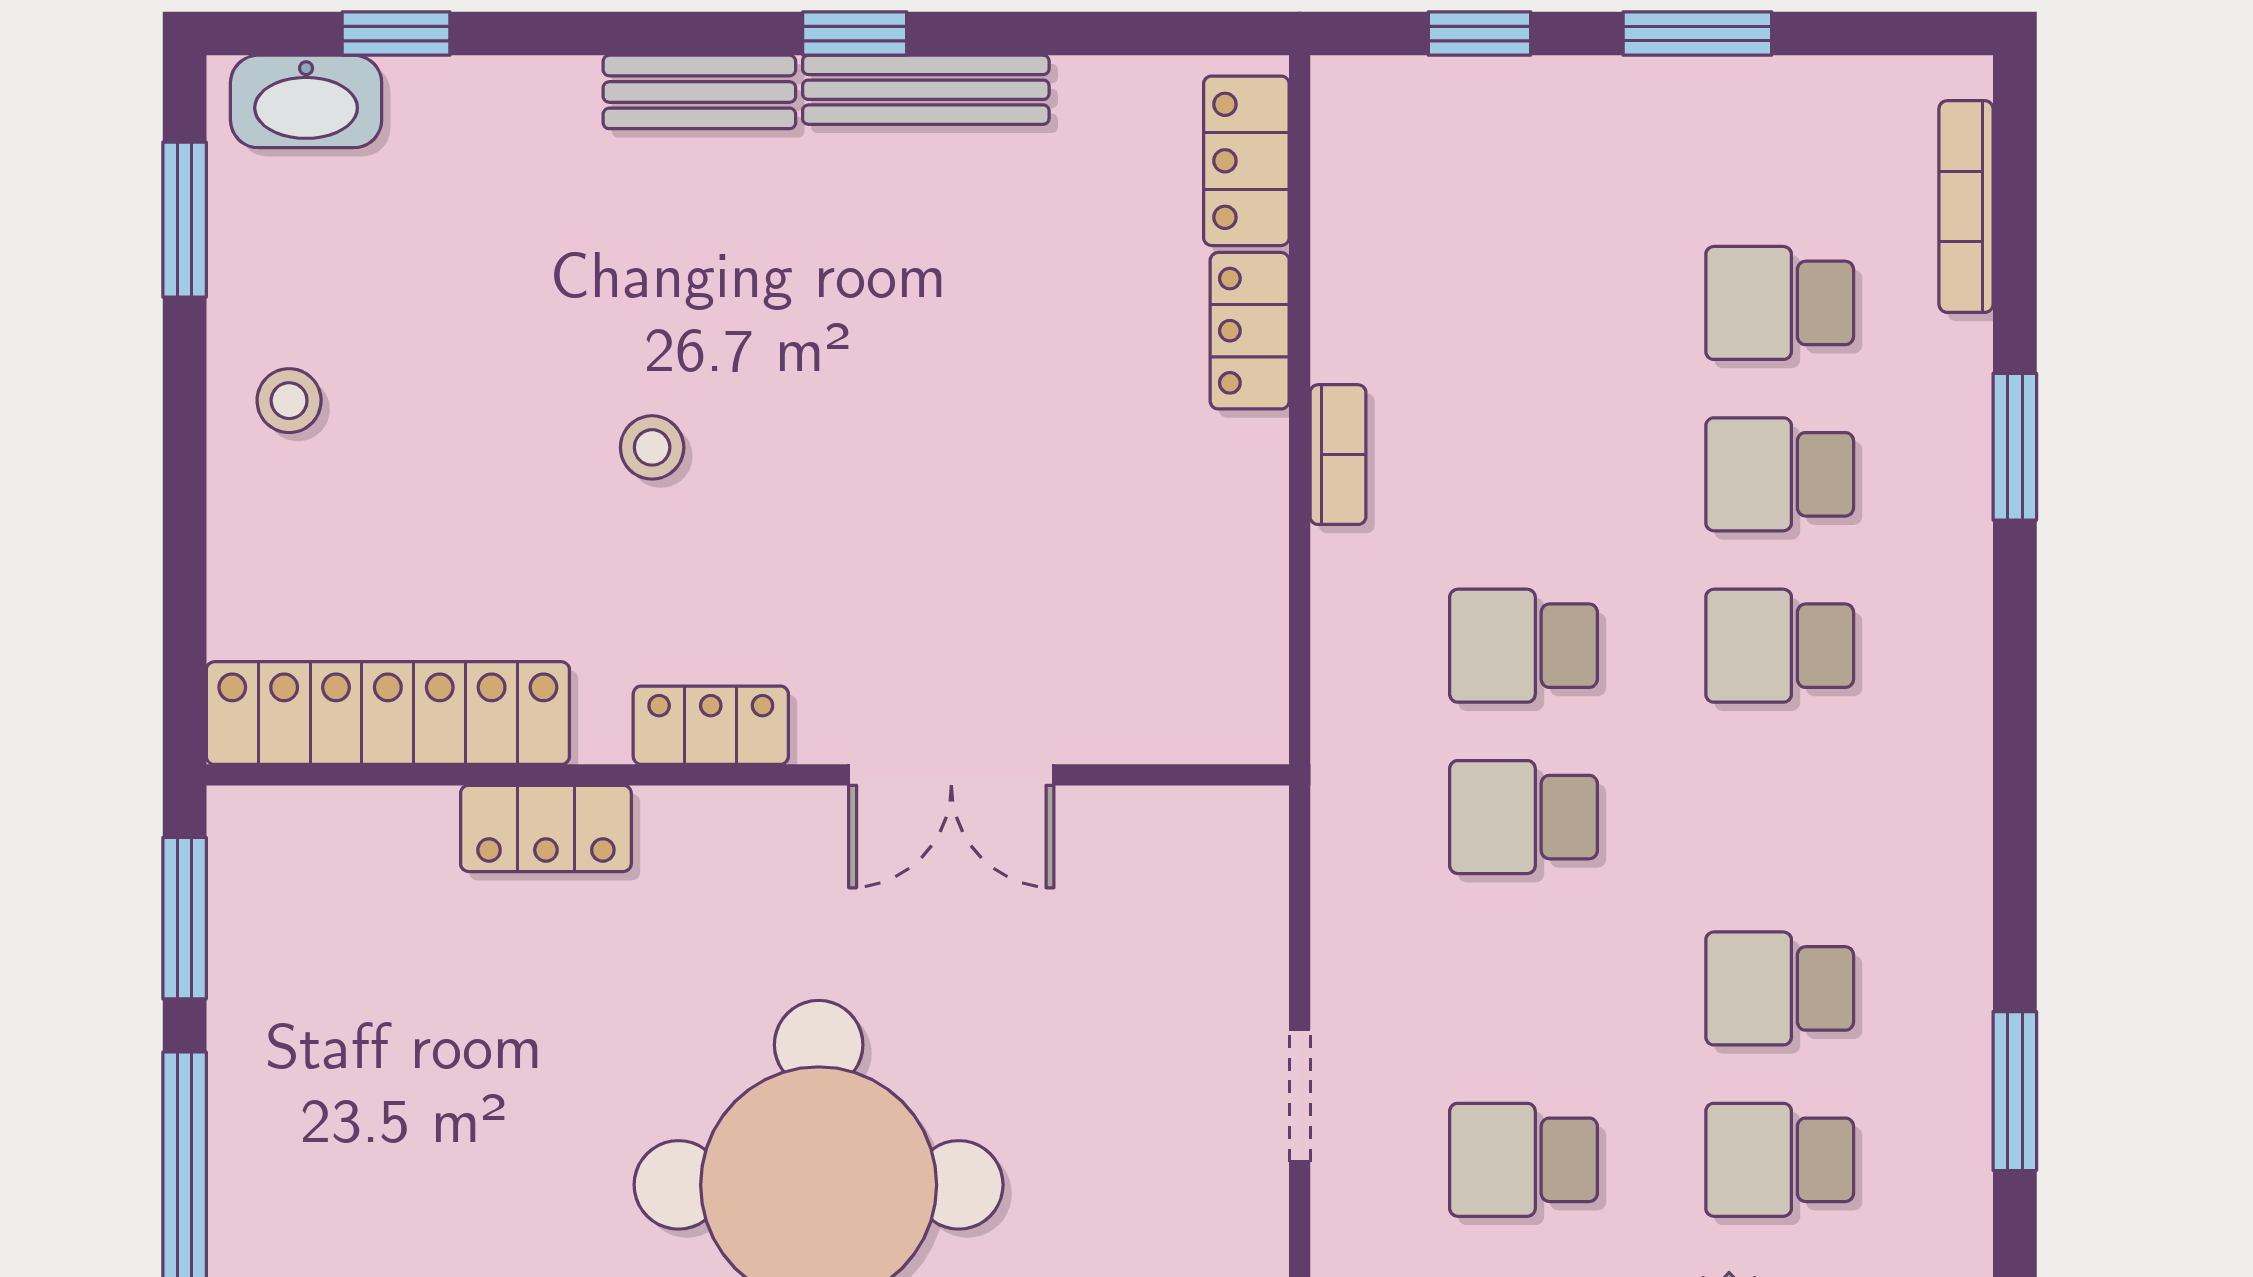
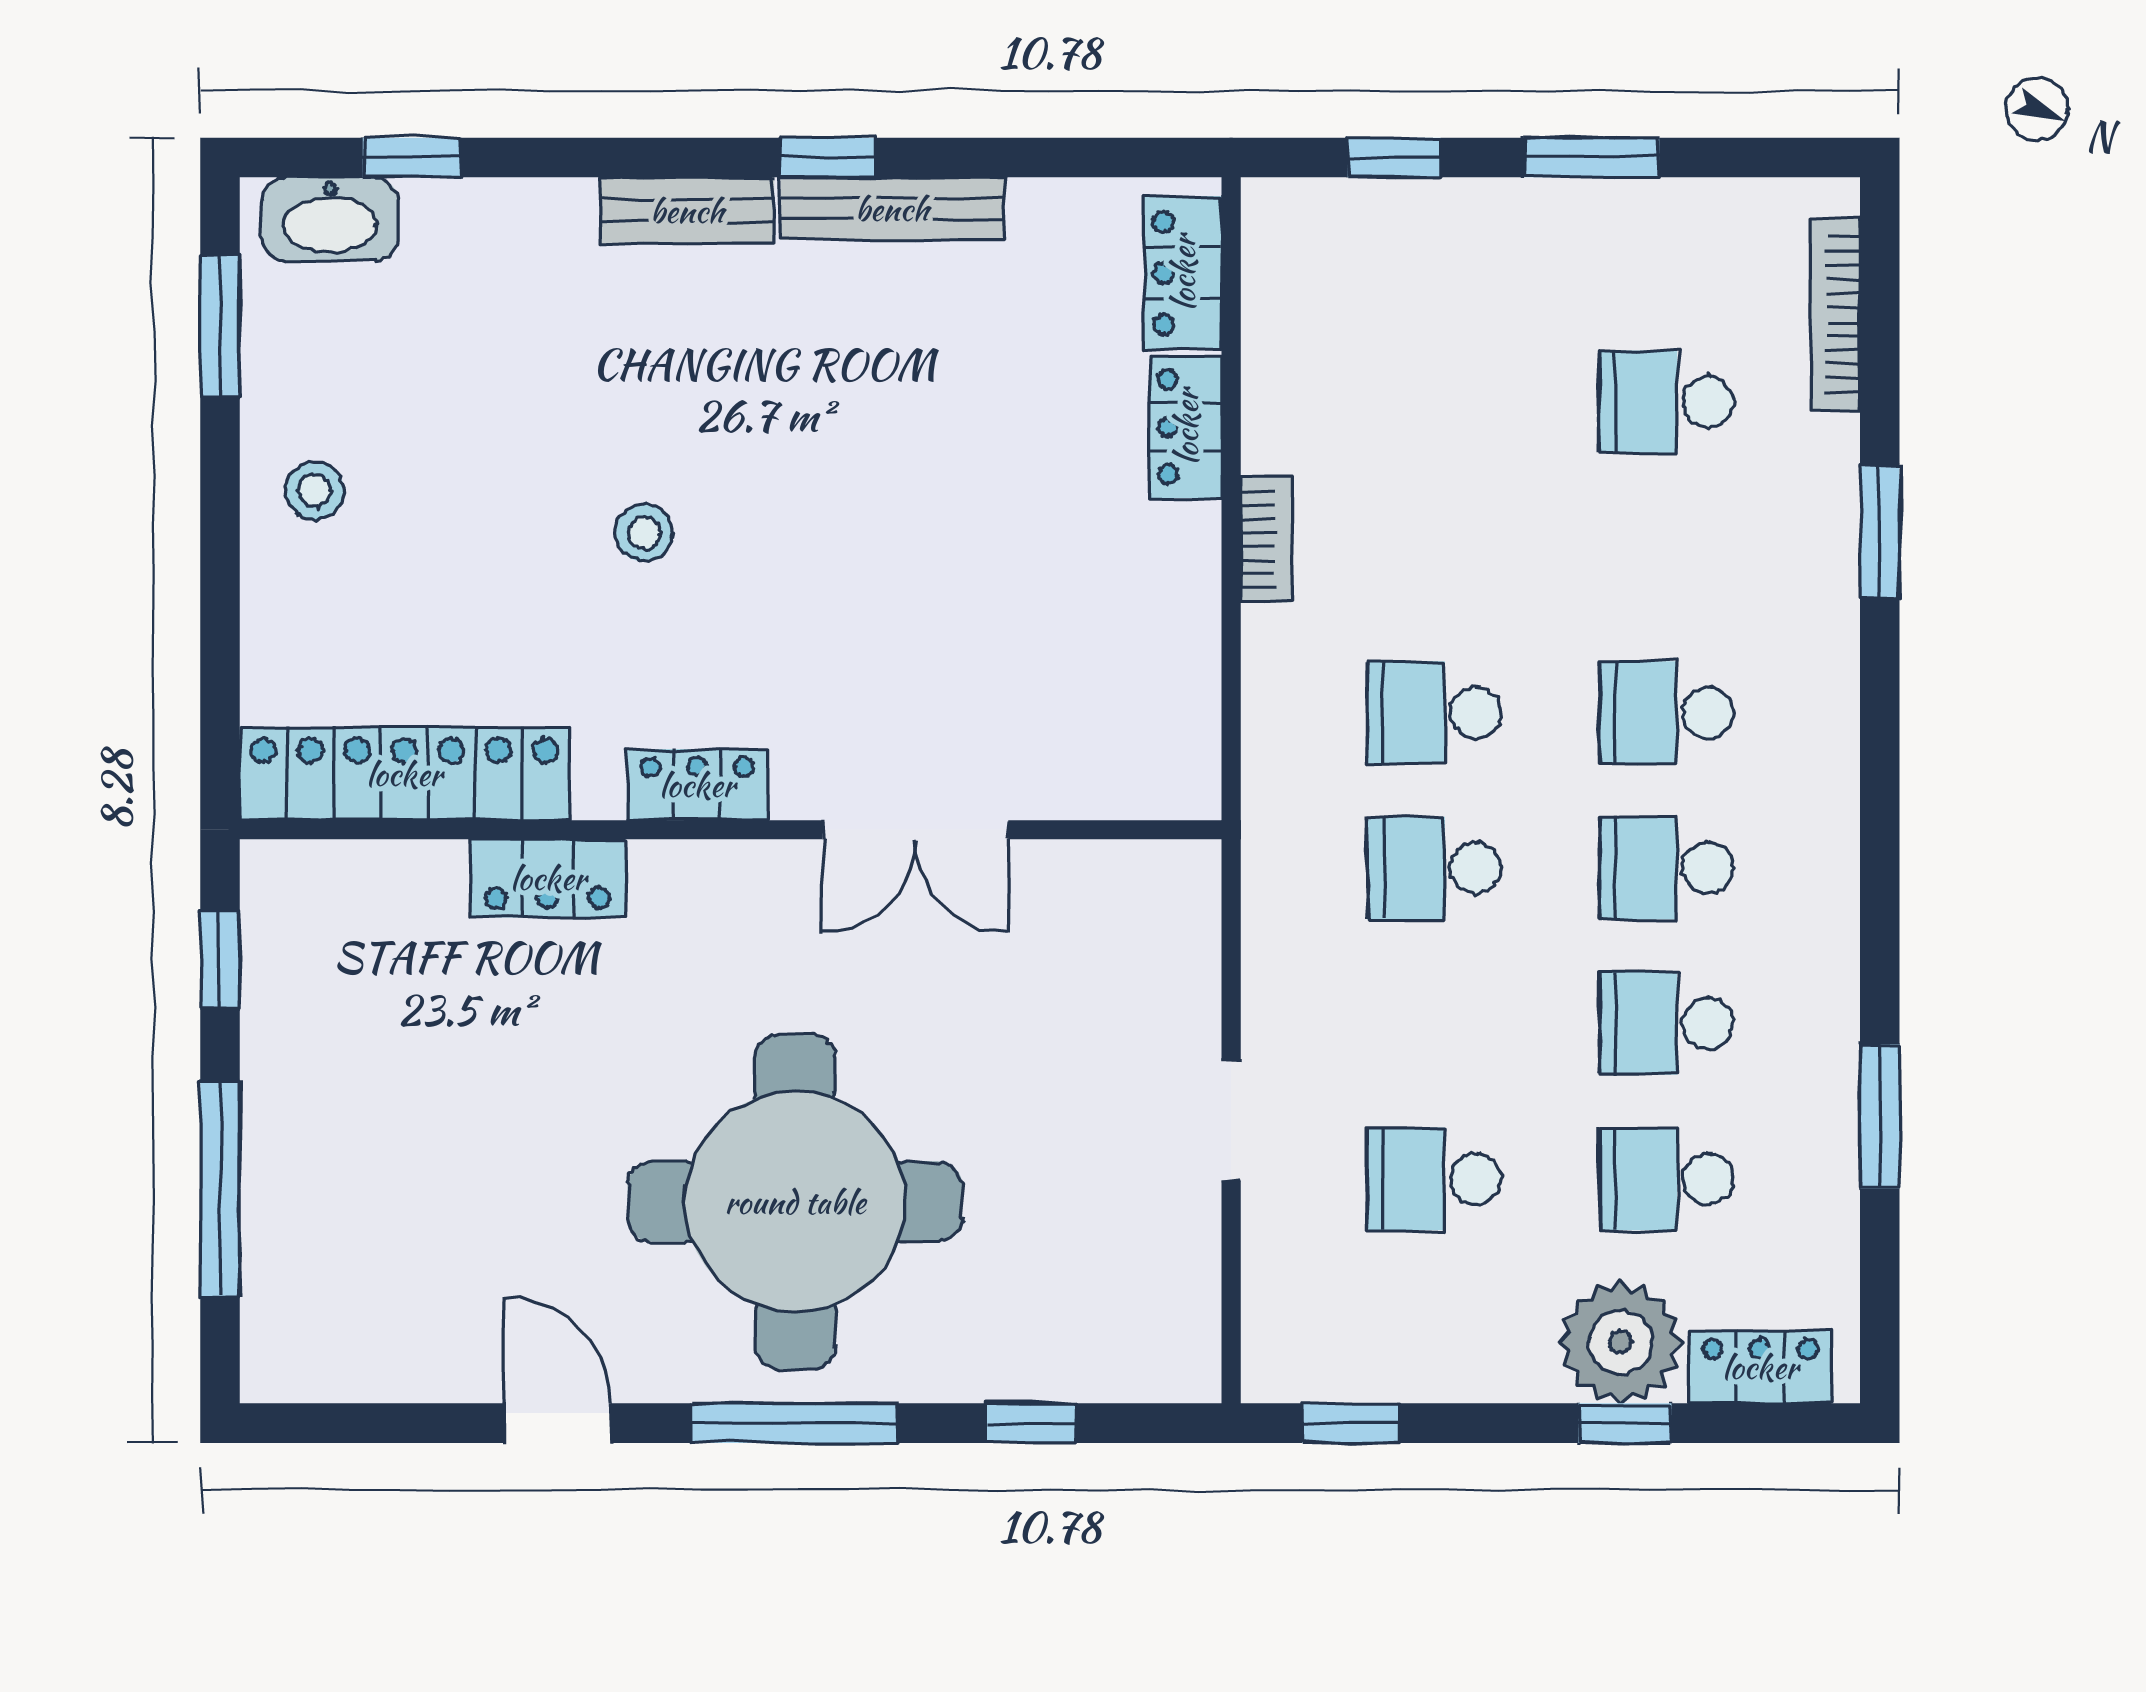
school desk: (1780, 474) -> (1666, 868), moved
window: (185, 918) -> (220, 960), width x0.67

